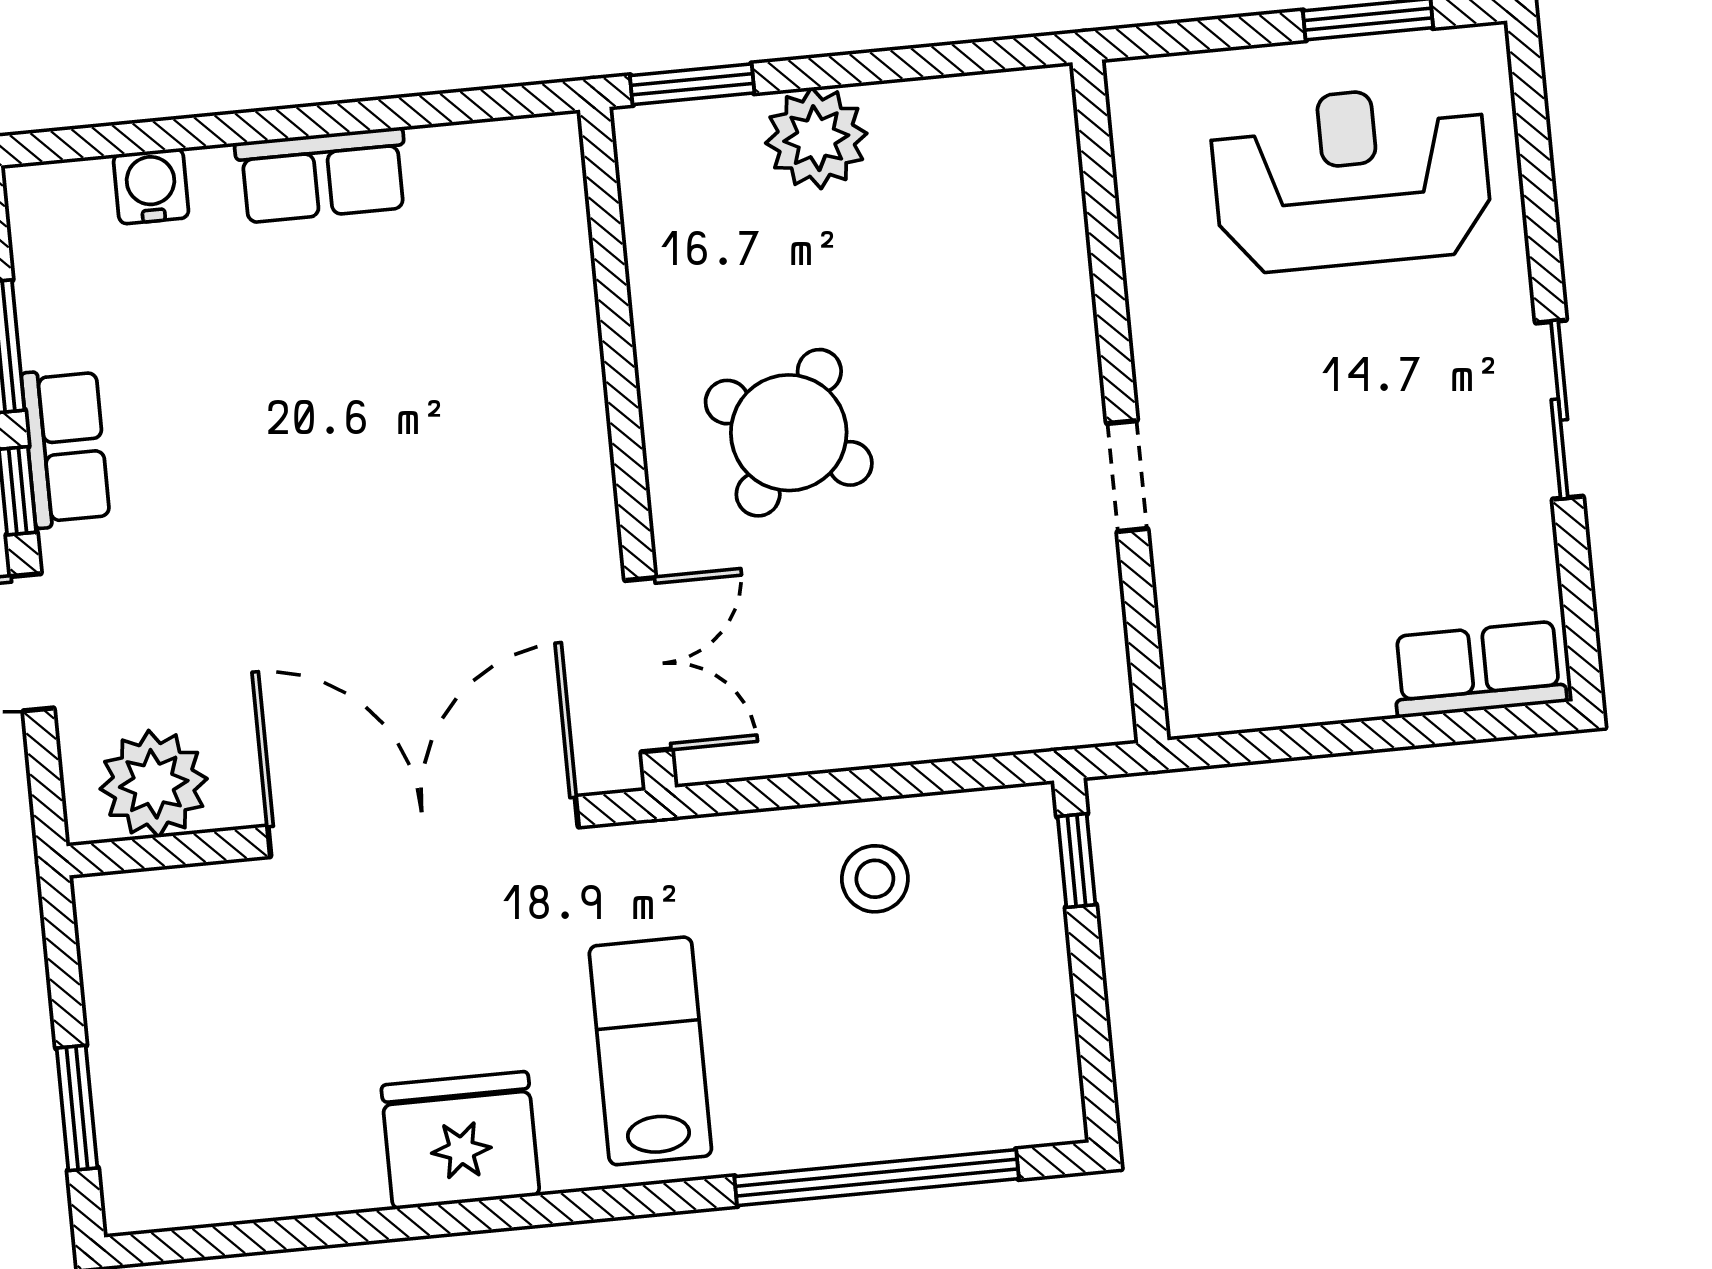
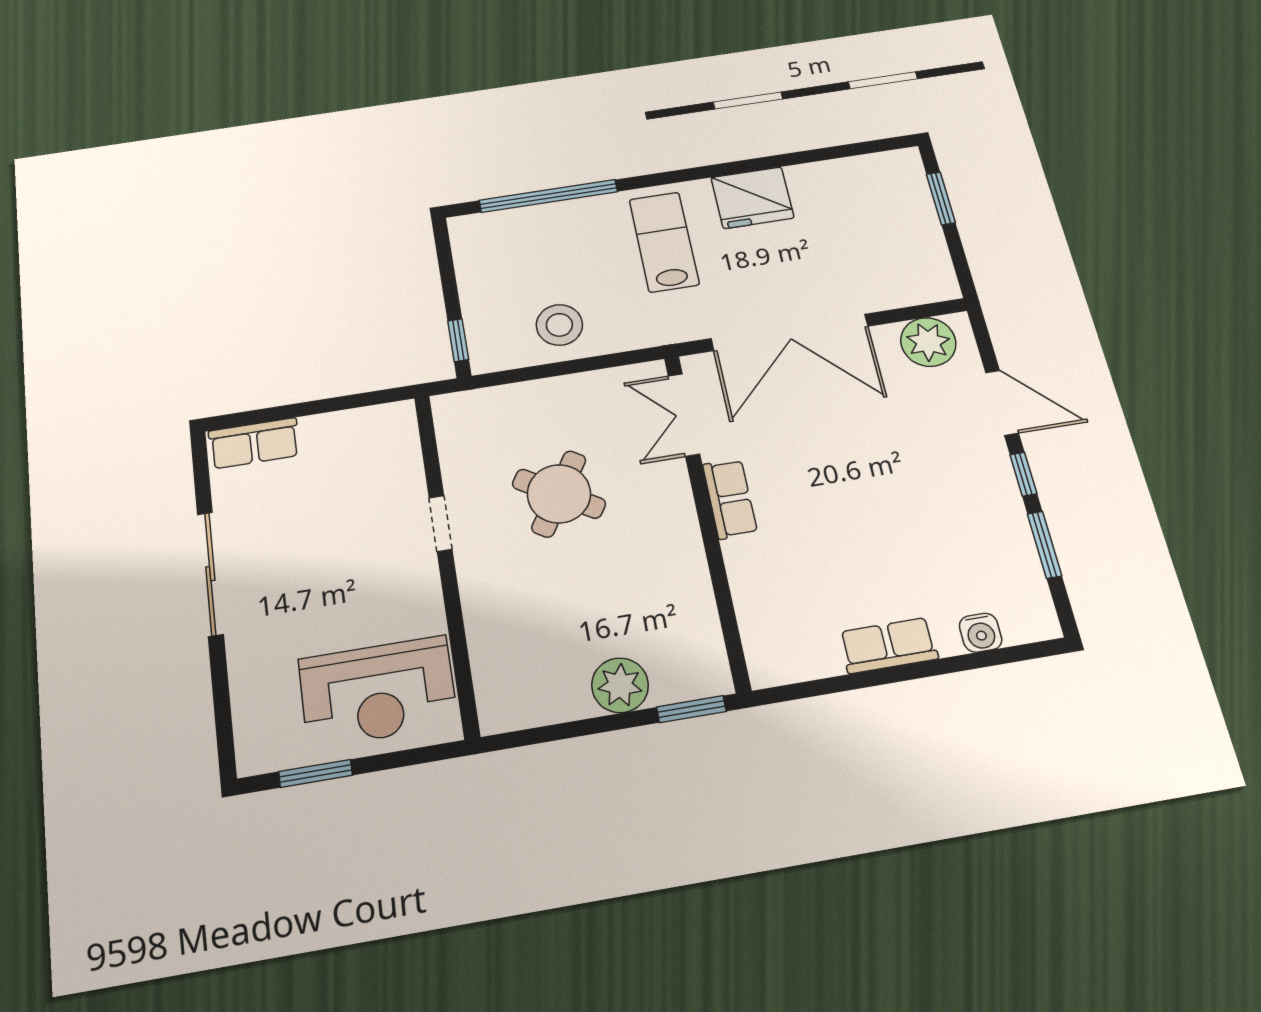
reception desk: (1351, 178) -> (378, 692), moved
sliding door: (1559, 410) -> (210, 574), width x1.37
round table: (789, 433) -> (559, 494), moved
row of seats: (66, 447) -> (730, 499), moved, turned 180
stool: (875, 879) -> (559, 325), width x1.38, depth x1.38
lab bench: (650, 1051) -> (664, 242), turned 180

